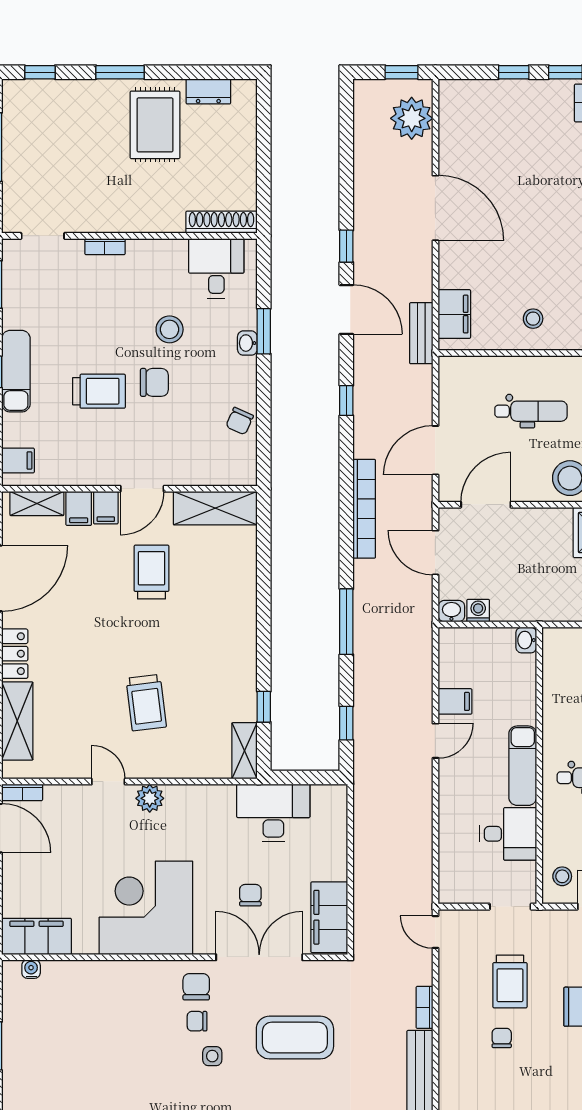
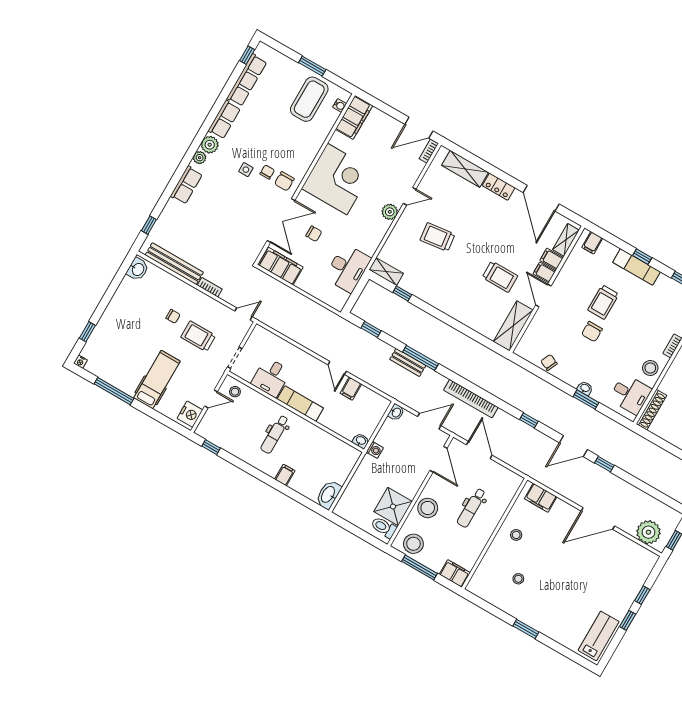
stool: (170, 329) -> (650, 368), moved
bench: (421, 333) -> (408, 362), moved
washing machine: (478, 611) -> (375, 450), moved
chair: (196, 987) -> (284, 181), turned 90
coffee table: (295, 1038) -> (309, 99), moved

